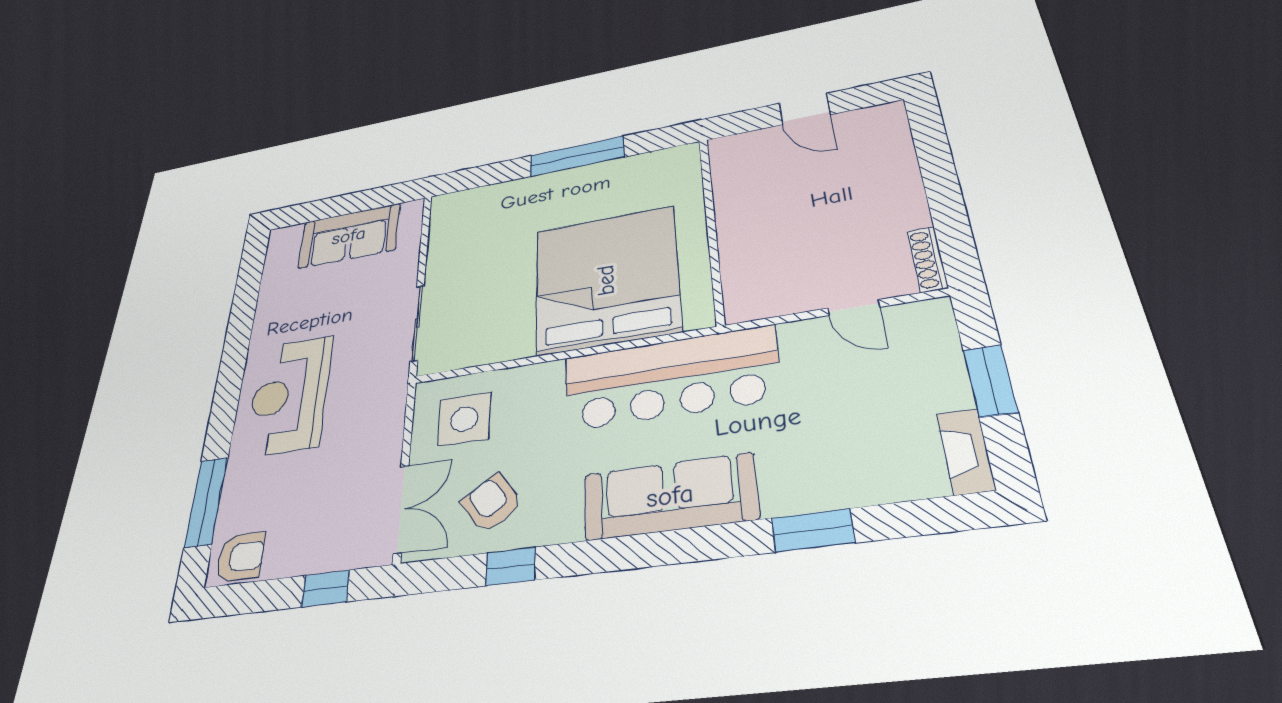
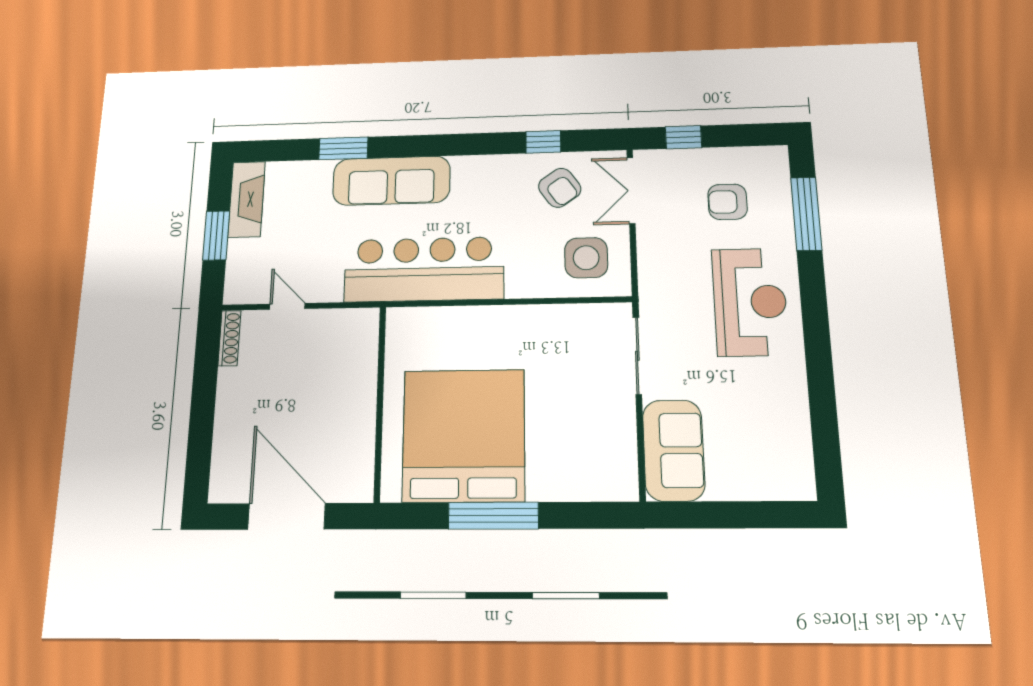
door: (805, 109) -> (287, 516), width x1.87
sofa: (349, 236) -> (674, 450), moved, turned 90
bed: (606, 280) -> (464, 435), moved, turned 180
fireplace: (966, 451) -> (247, 199), width x1.37, depth x1.32
sofa: (670, 496) -> (391, 181), moved
armchair: (241, 557) -> (728, 202), moved

